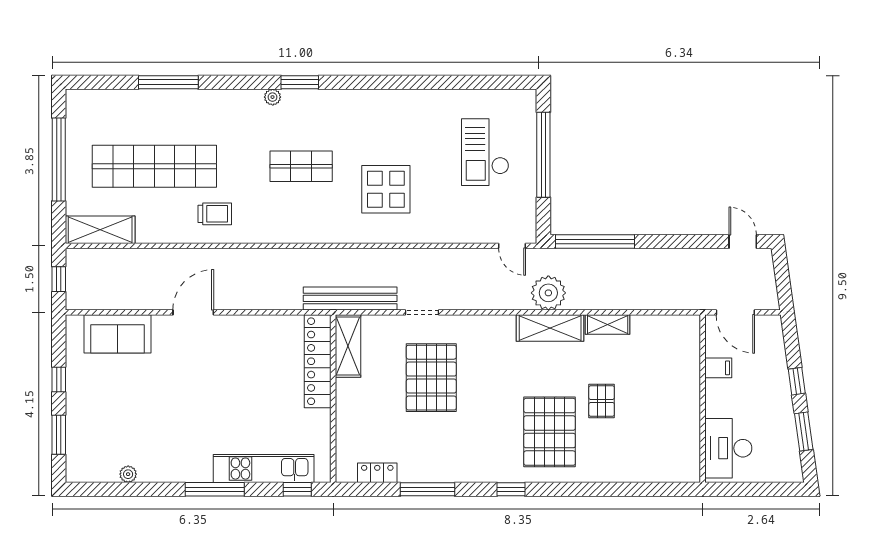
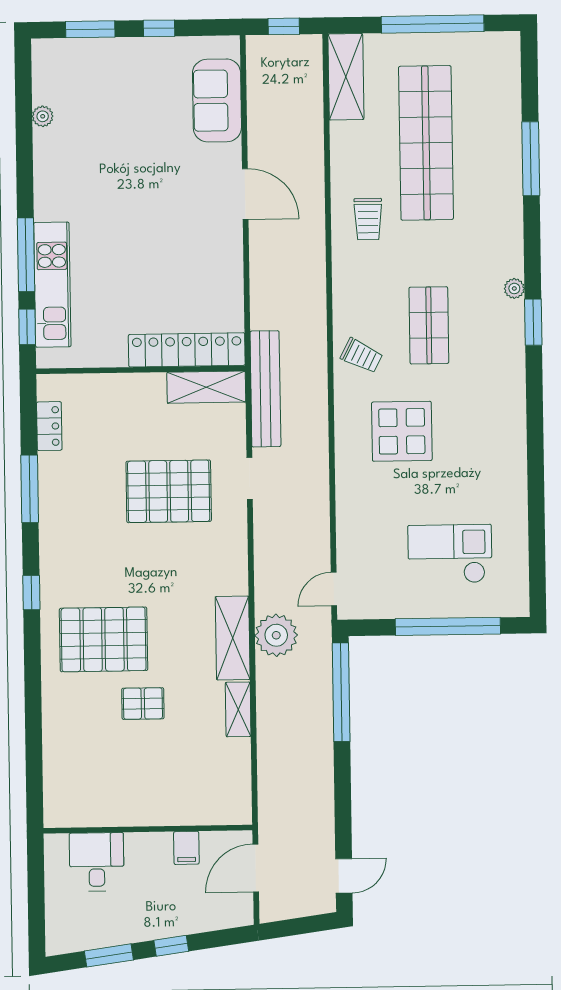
trolley: (325, 221) -> (362, 356), added
desk: (728, 448) -> (97, 862), width x0.73
window: (215, 489) -> (26, 255), moved

